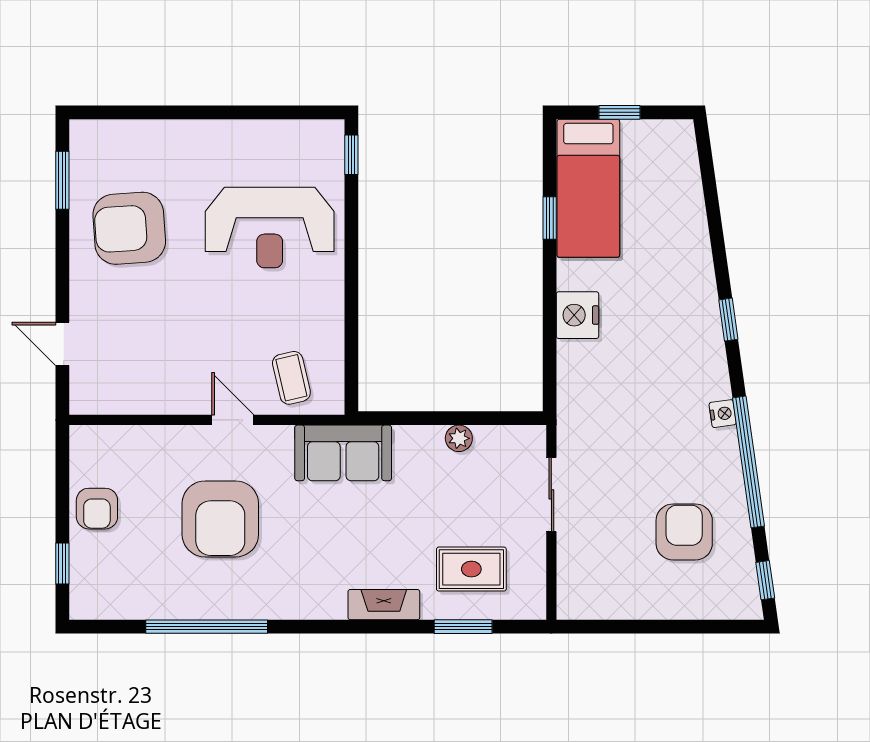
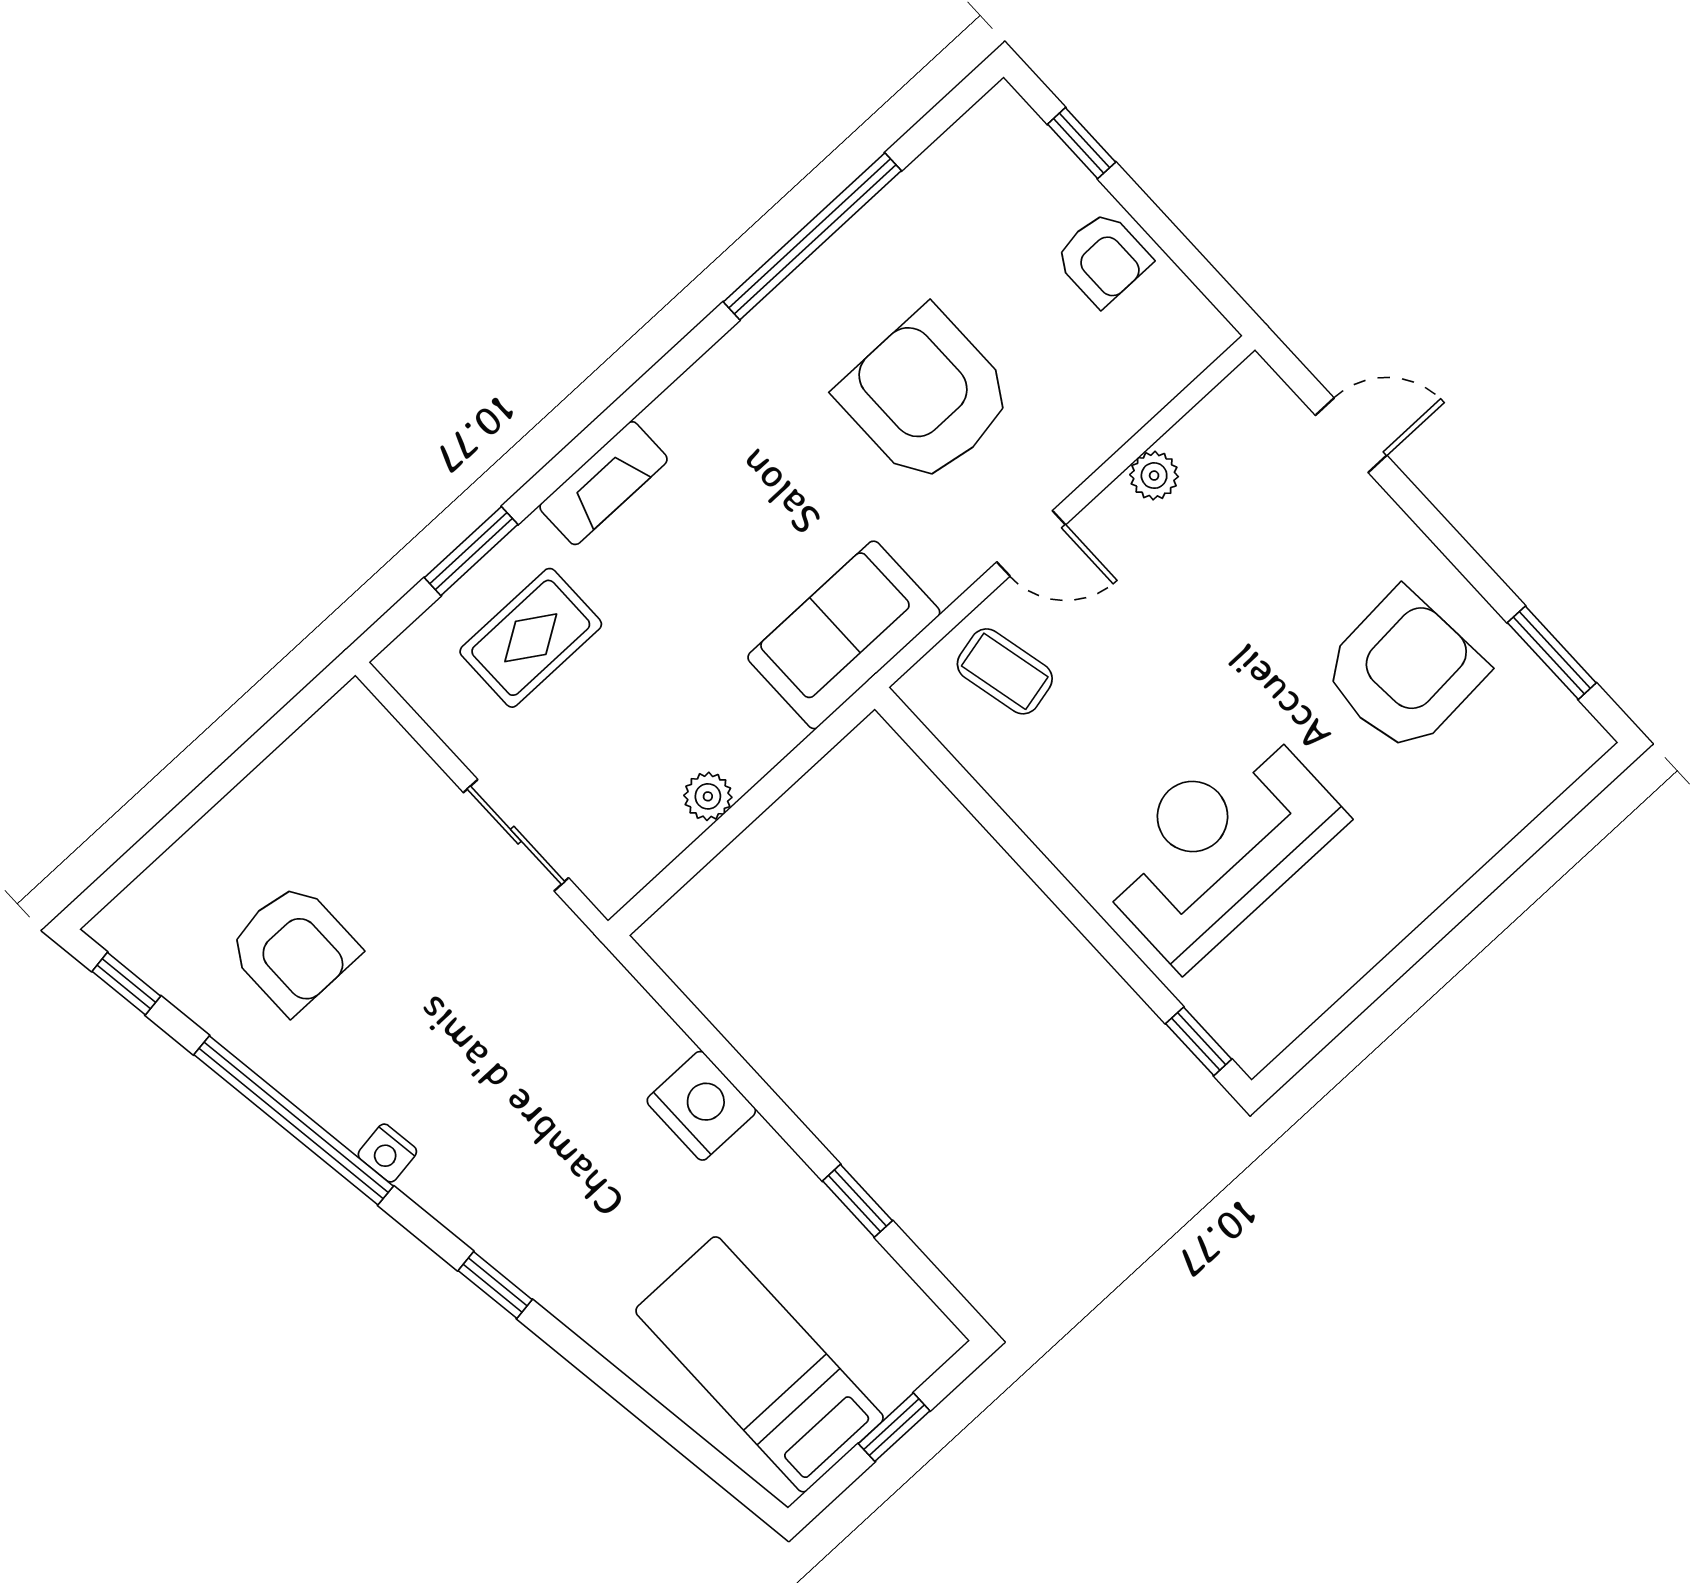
bed: (588, 188) -> (760, 1364), moved
plant: (157, 401) -> (1154, 476), added
armchair: (97, 509) -> (1103, 259), turned 180

